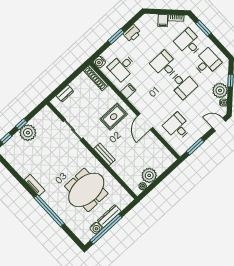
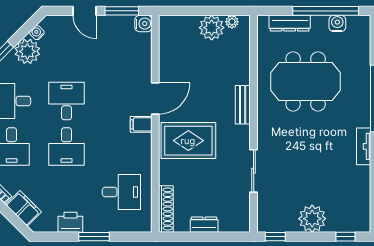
filing cabinet: (163, 21) -> (23, 208), width x2.00
water cooler: (100, 62) -> (143, 24), moved
filing cabinet: (128, 91) -> (141, 124), moved
dresser: (65, 93) -> (204, 225), moved
rug: (114, 117) -> (188, 141), width x1.36, depth x1.43
window: (21, 124) -> (275, 237), moved
door: (219, 124) -> (84, 11), moved
desk: (177, 127) -> (121, 56), removed
dresser: (109, 216) -> (290, 23), moved

